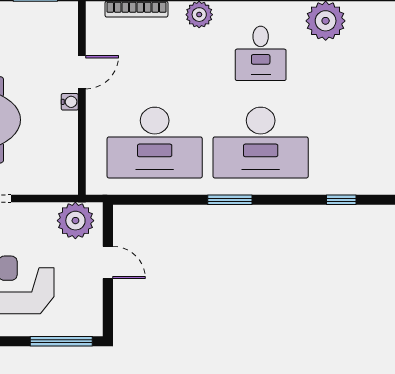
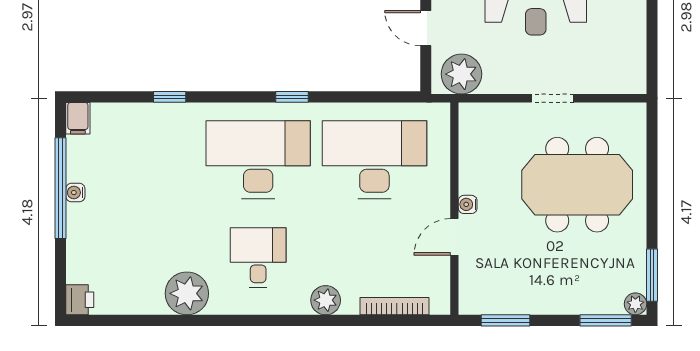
window: (230, 200) -> (292, 97), width x0.67

